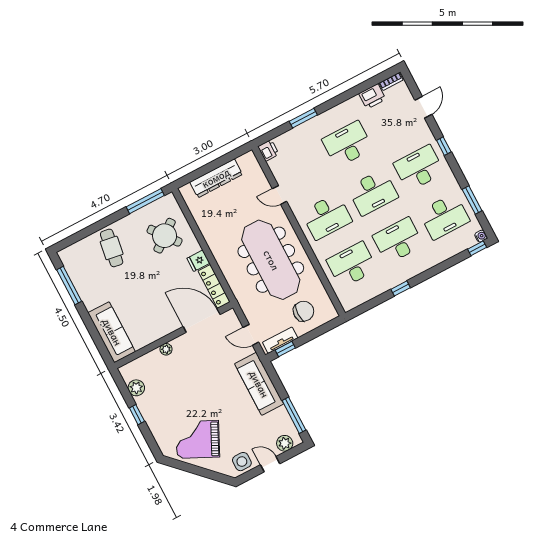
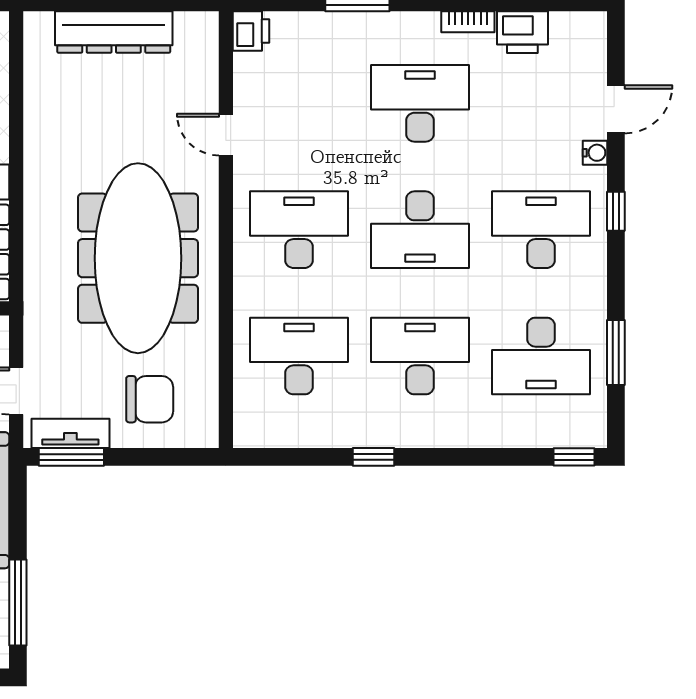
bookcase: (391, 81) -> (468, 22), moved
desk: (327, 217) -> (299, 230), turned 180
water cooler: (481, 236) -> (595, 153), moved
window: (285, 349) -> (71, 457), width x1.50

